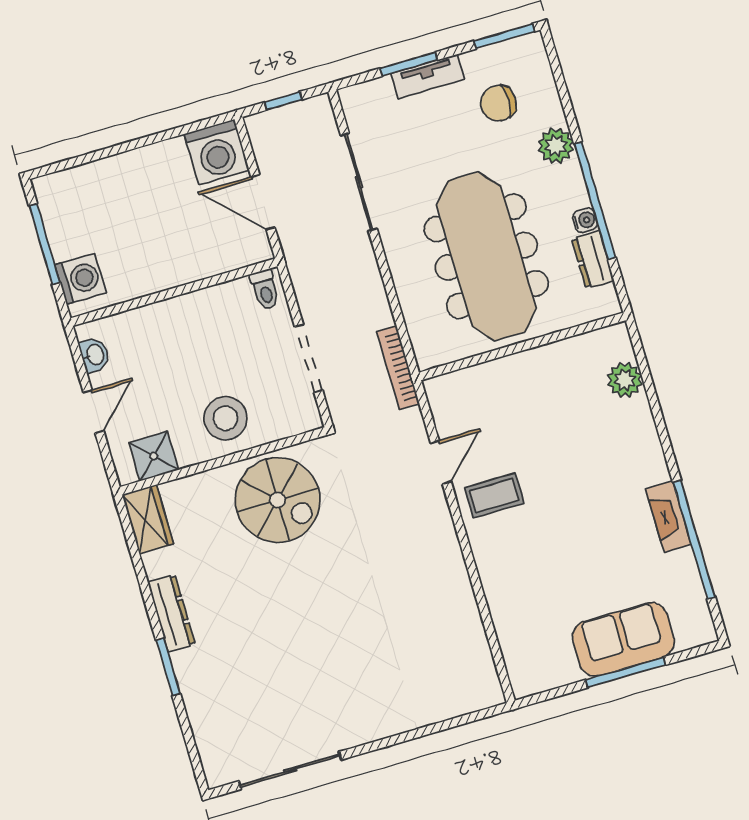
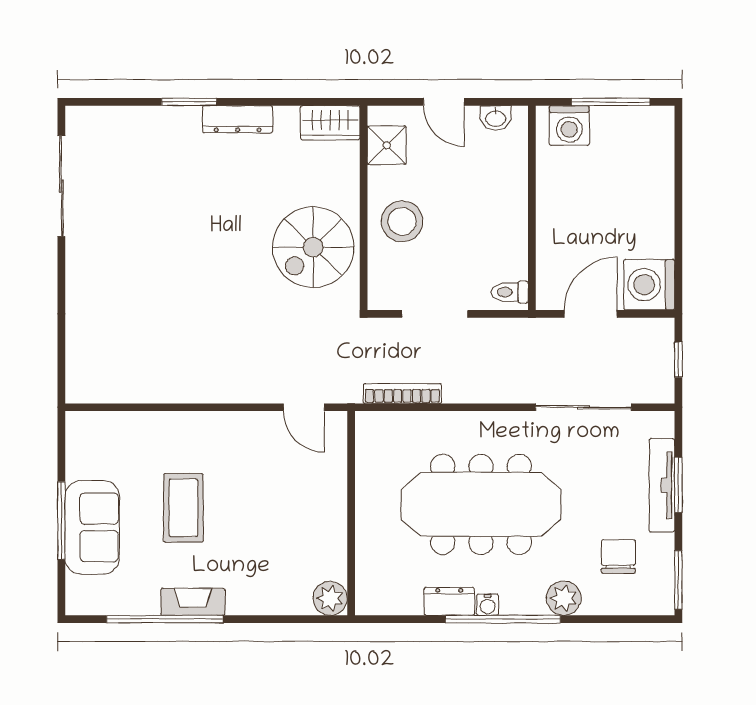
tv unit: (428, 76) -> (662, 485), width x1.41
wall: (522, 346) -> (351, 513), moved
coffee table: (494, 495) -> (183, 508), moved, width x1.36, depth x1.30

